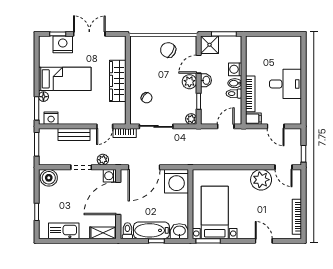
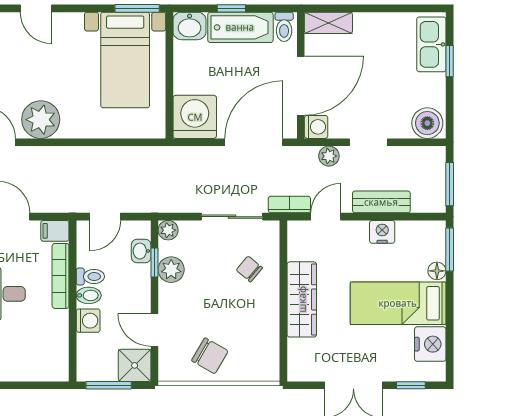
nightstand: (63, 44) -> (430, 344), moved, turned -90
door: (199, 64) -> (154, 330), swing flipped
washbasin: (206, 80) -> (141, 251), moved
plant: (189, 82) -> (171, 270), moved
nightstand: (51, 118) -> (382, 232), moved
kitchen sink: (64, 231) -> (431, 44), moved, turned 90

